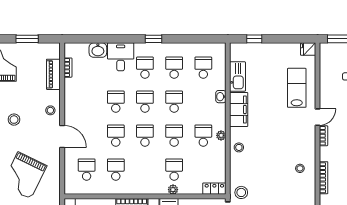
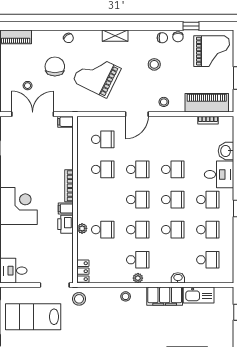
piano: (53, 74) -> (207, 103), width x1.37, depth x1.33

